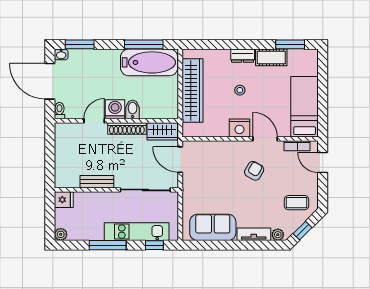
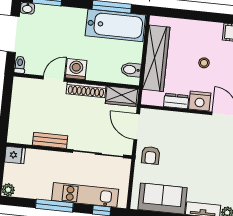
dresser: (243, 56) -> (176, 101), moved, turned 180
bidet: (133, 109) -> (131, 70), moved, turned -90
armchair: (254, 171) -> (151, 155), moved, turned 150

